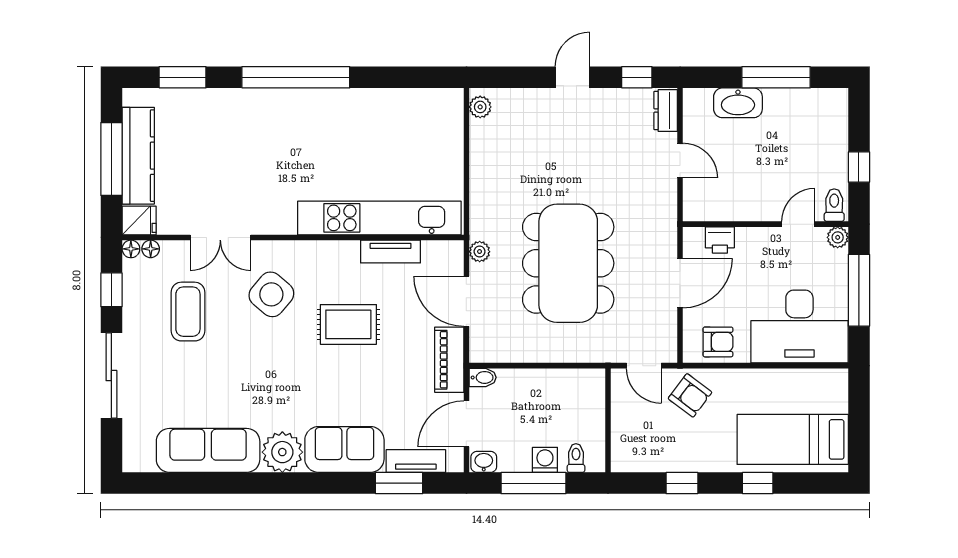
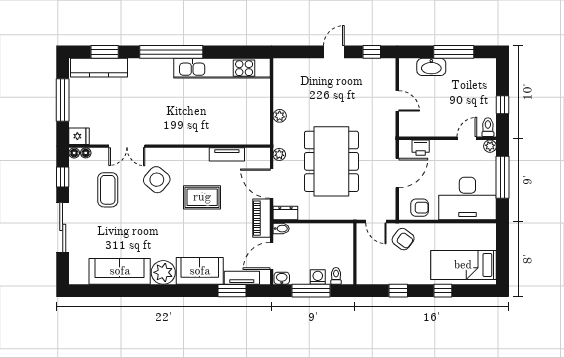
plant: (480, 107) -> (280, 116), moved
dresser: (666, 111) -> (285, 213), moved, turned 90
kitchen counter: (138, 156) -> (99, 68), moved, turned 90
kitchen unit: (379, 218) -> (222, 68), moved, turned 180

